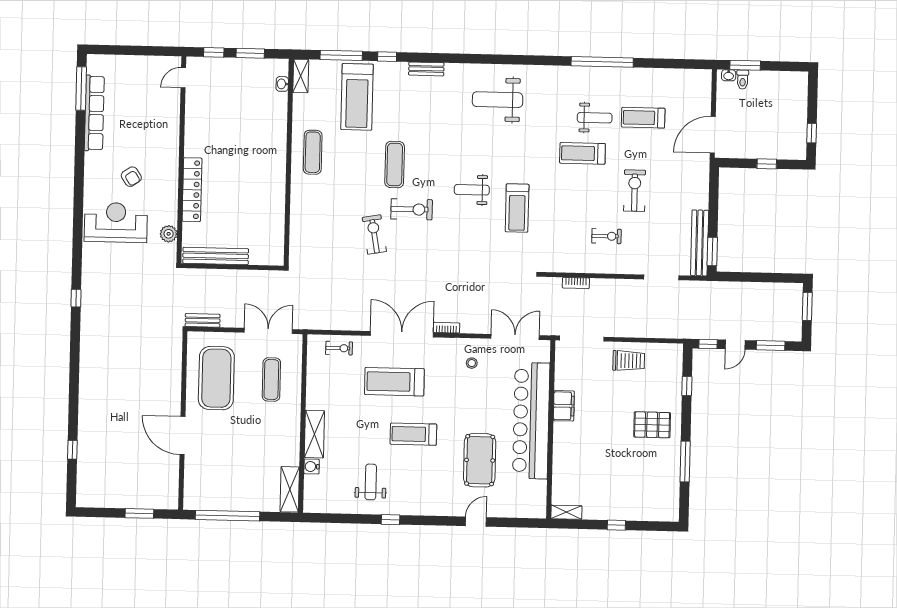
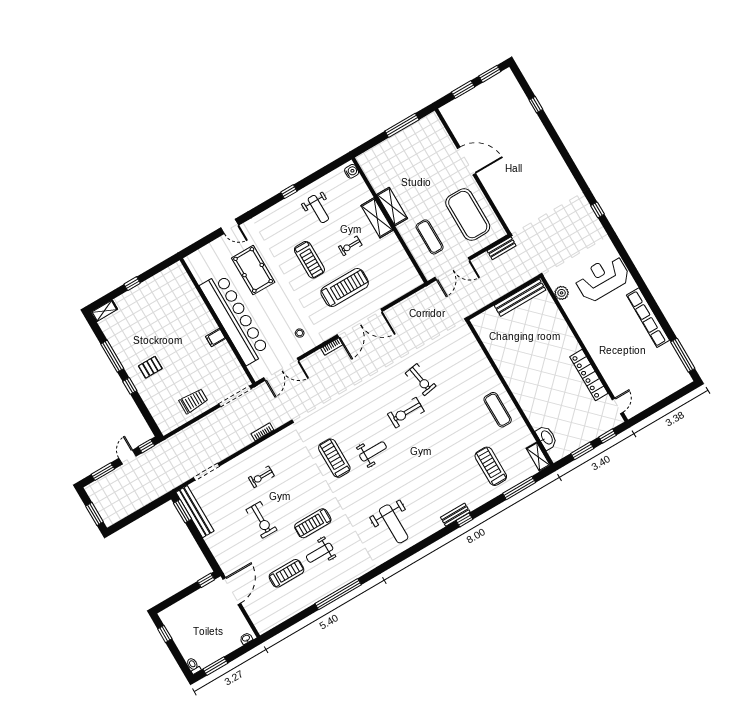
window: (387, 57) -> (464, 520), moved
window: (745, 65) -> (215, 666), moved
toilet: (743, 80) -> (193, 666), moved
washbasin: (282, 84) -> (546, 438), width x1.91, depth x1.45
treadmill: (357, 97) -> (491, 466), width x0.73, depth x0.73
weight bench: (498, 100) -> (394, 524), turned 90
row of seats: (94, 113) -> (648, 318), moved
treadmill: (582, 153) -> (313, 523), turned 180
exercise mat: (395, 164) -> (436, 436), removed
window: (767, 164) -> (206, 580), moved
armchair: (131, 177) -> (611, 316), removed
locker: (192, 190) -> (589, 375), moved
reception desk: (116, 222) -> (602, 278), turned 180
exercise bike: (339, 348) -> (350, 246), moved
trolley: (629, 361) -> (193, 401), turned 180
window: (687, 386) -> (130, 386), moved
filing cabinet: (564, 406) -> (216, 338), width x0.50
pallet: (652, 425) -> (150, 367), width x0.67, depth x0.71
treadmill: (413, 434) -> (309, 260), turned 90
water cooler: (312, 467) -> (352, 171), moved
shelving: (290, 489) -> (392, 206), moved
window: (101, 512) -> (490, 74), added
shelving: (566, 512) -> (104, 311), moved
window: (227, 516) -> (402, 125), width x0.68
door: (476, 522) -> (230, 226), hinge flipped

